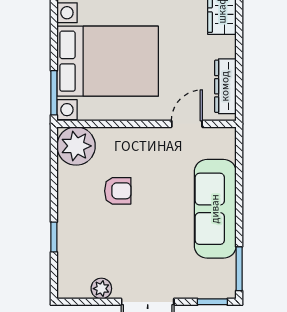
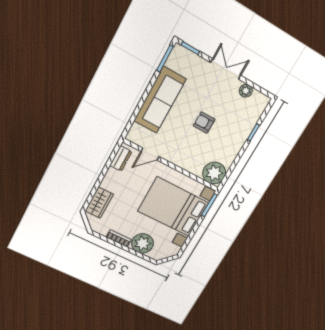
dresser: (225, 86) -> (121, 159), width x0.70
armchair: (118, 191) -> (204, 123), moved

